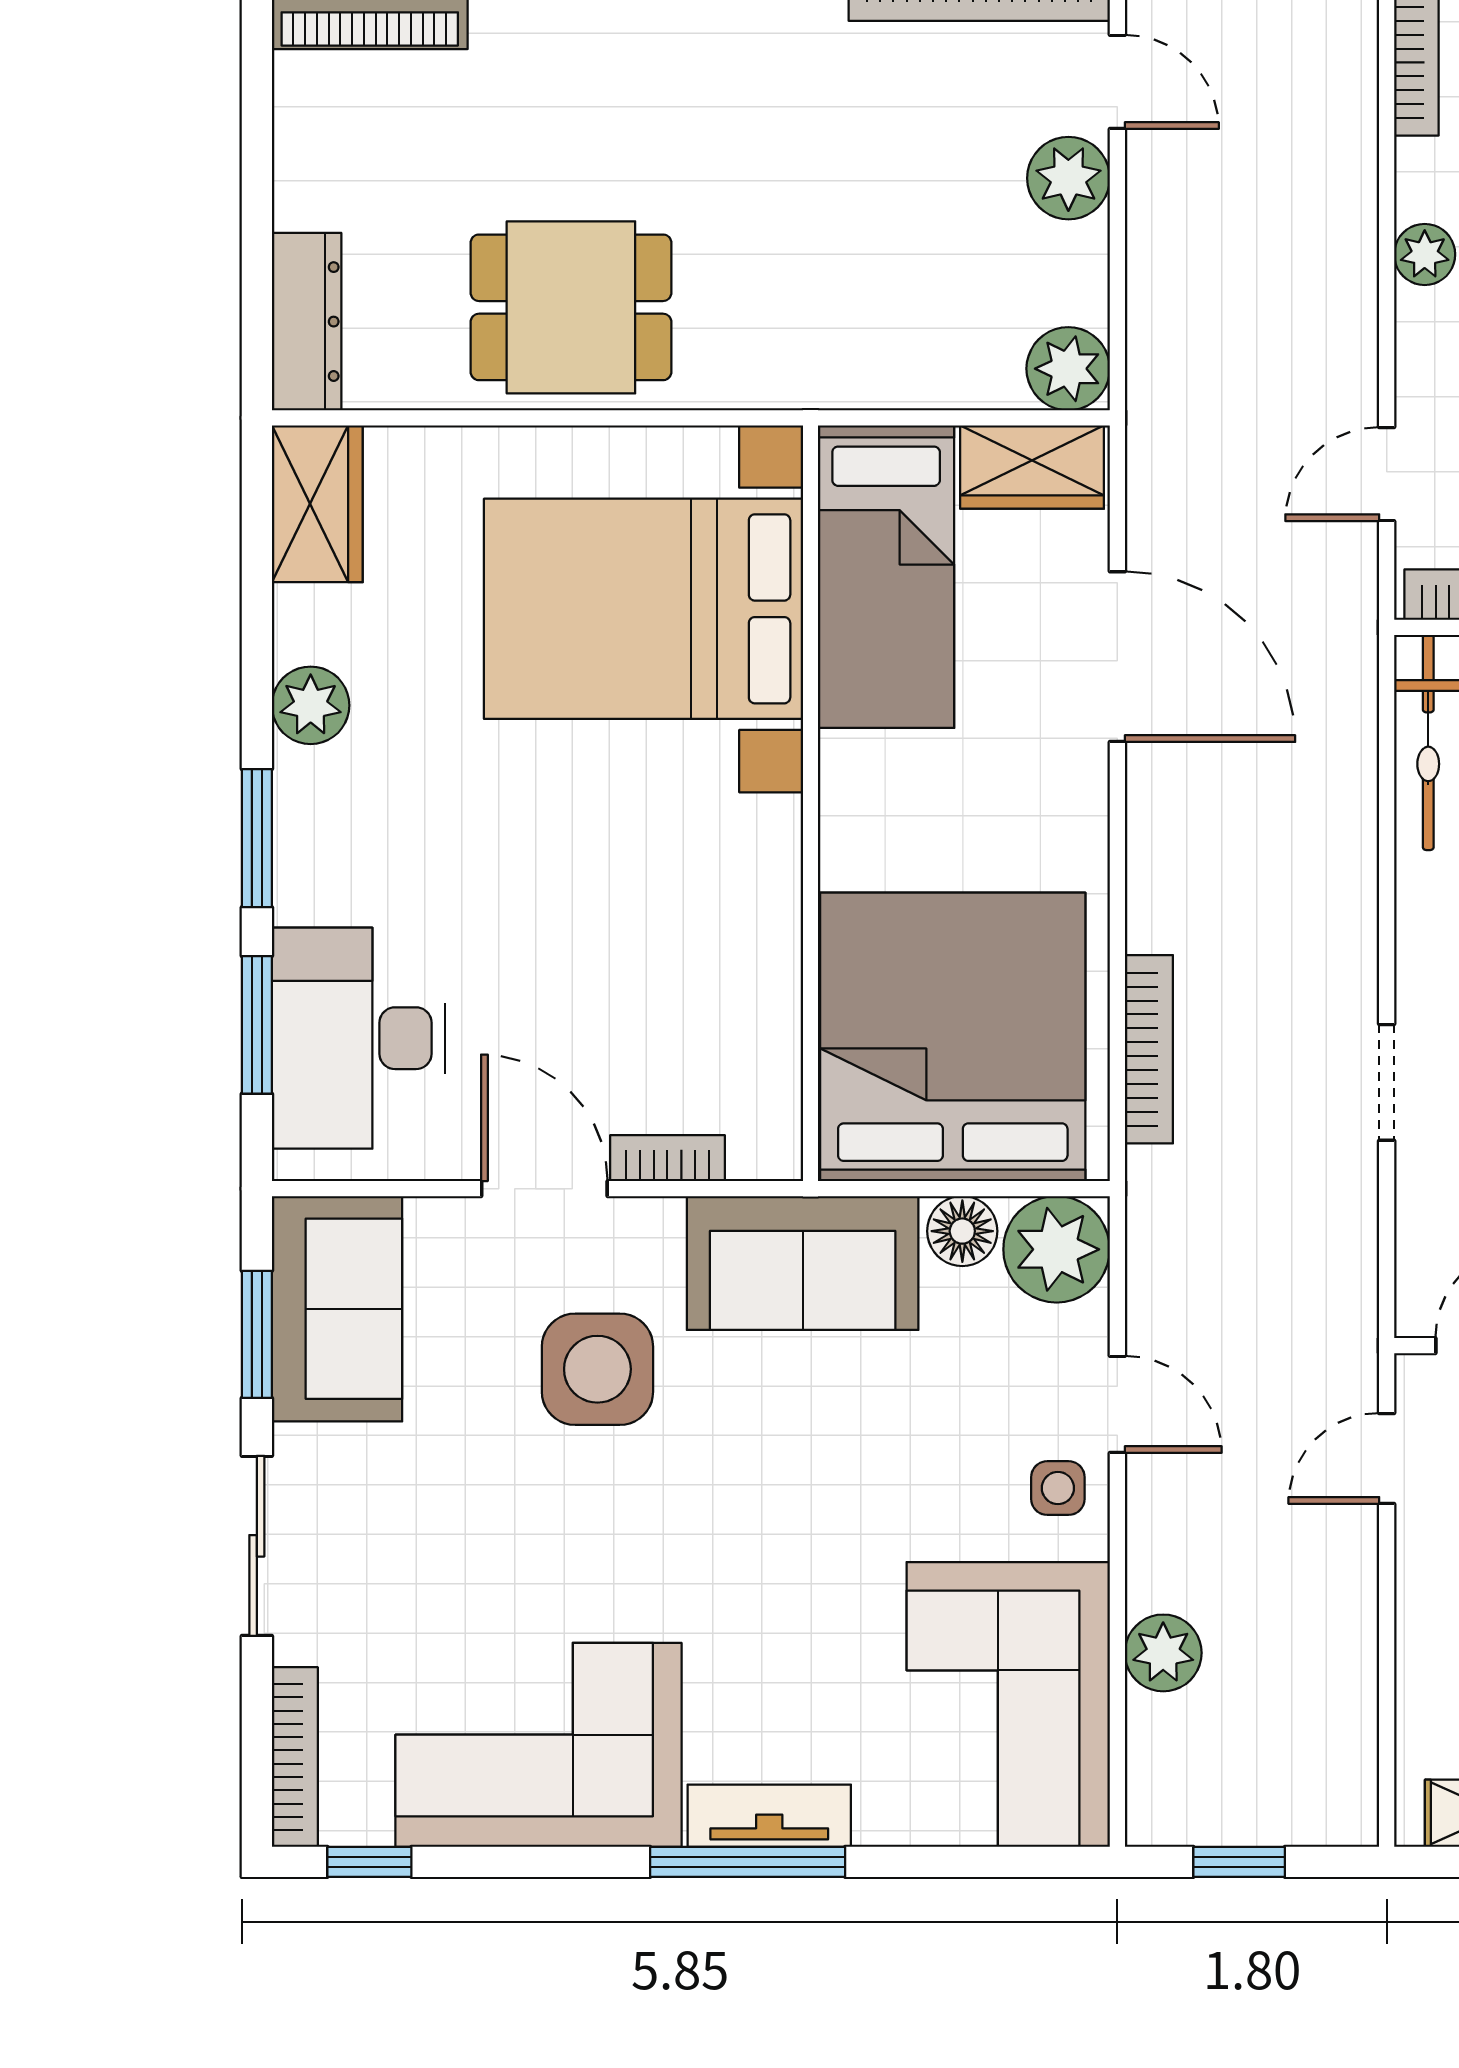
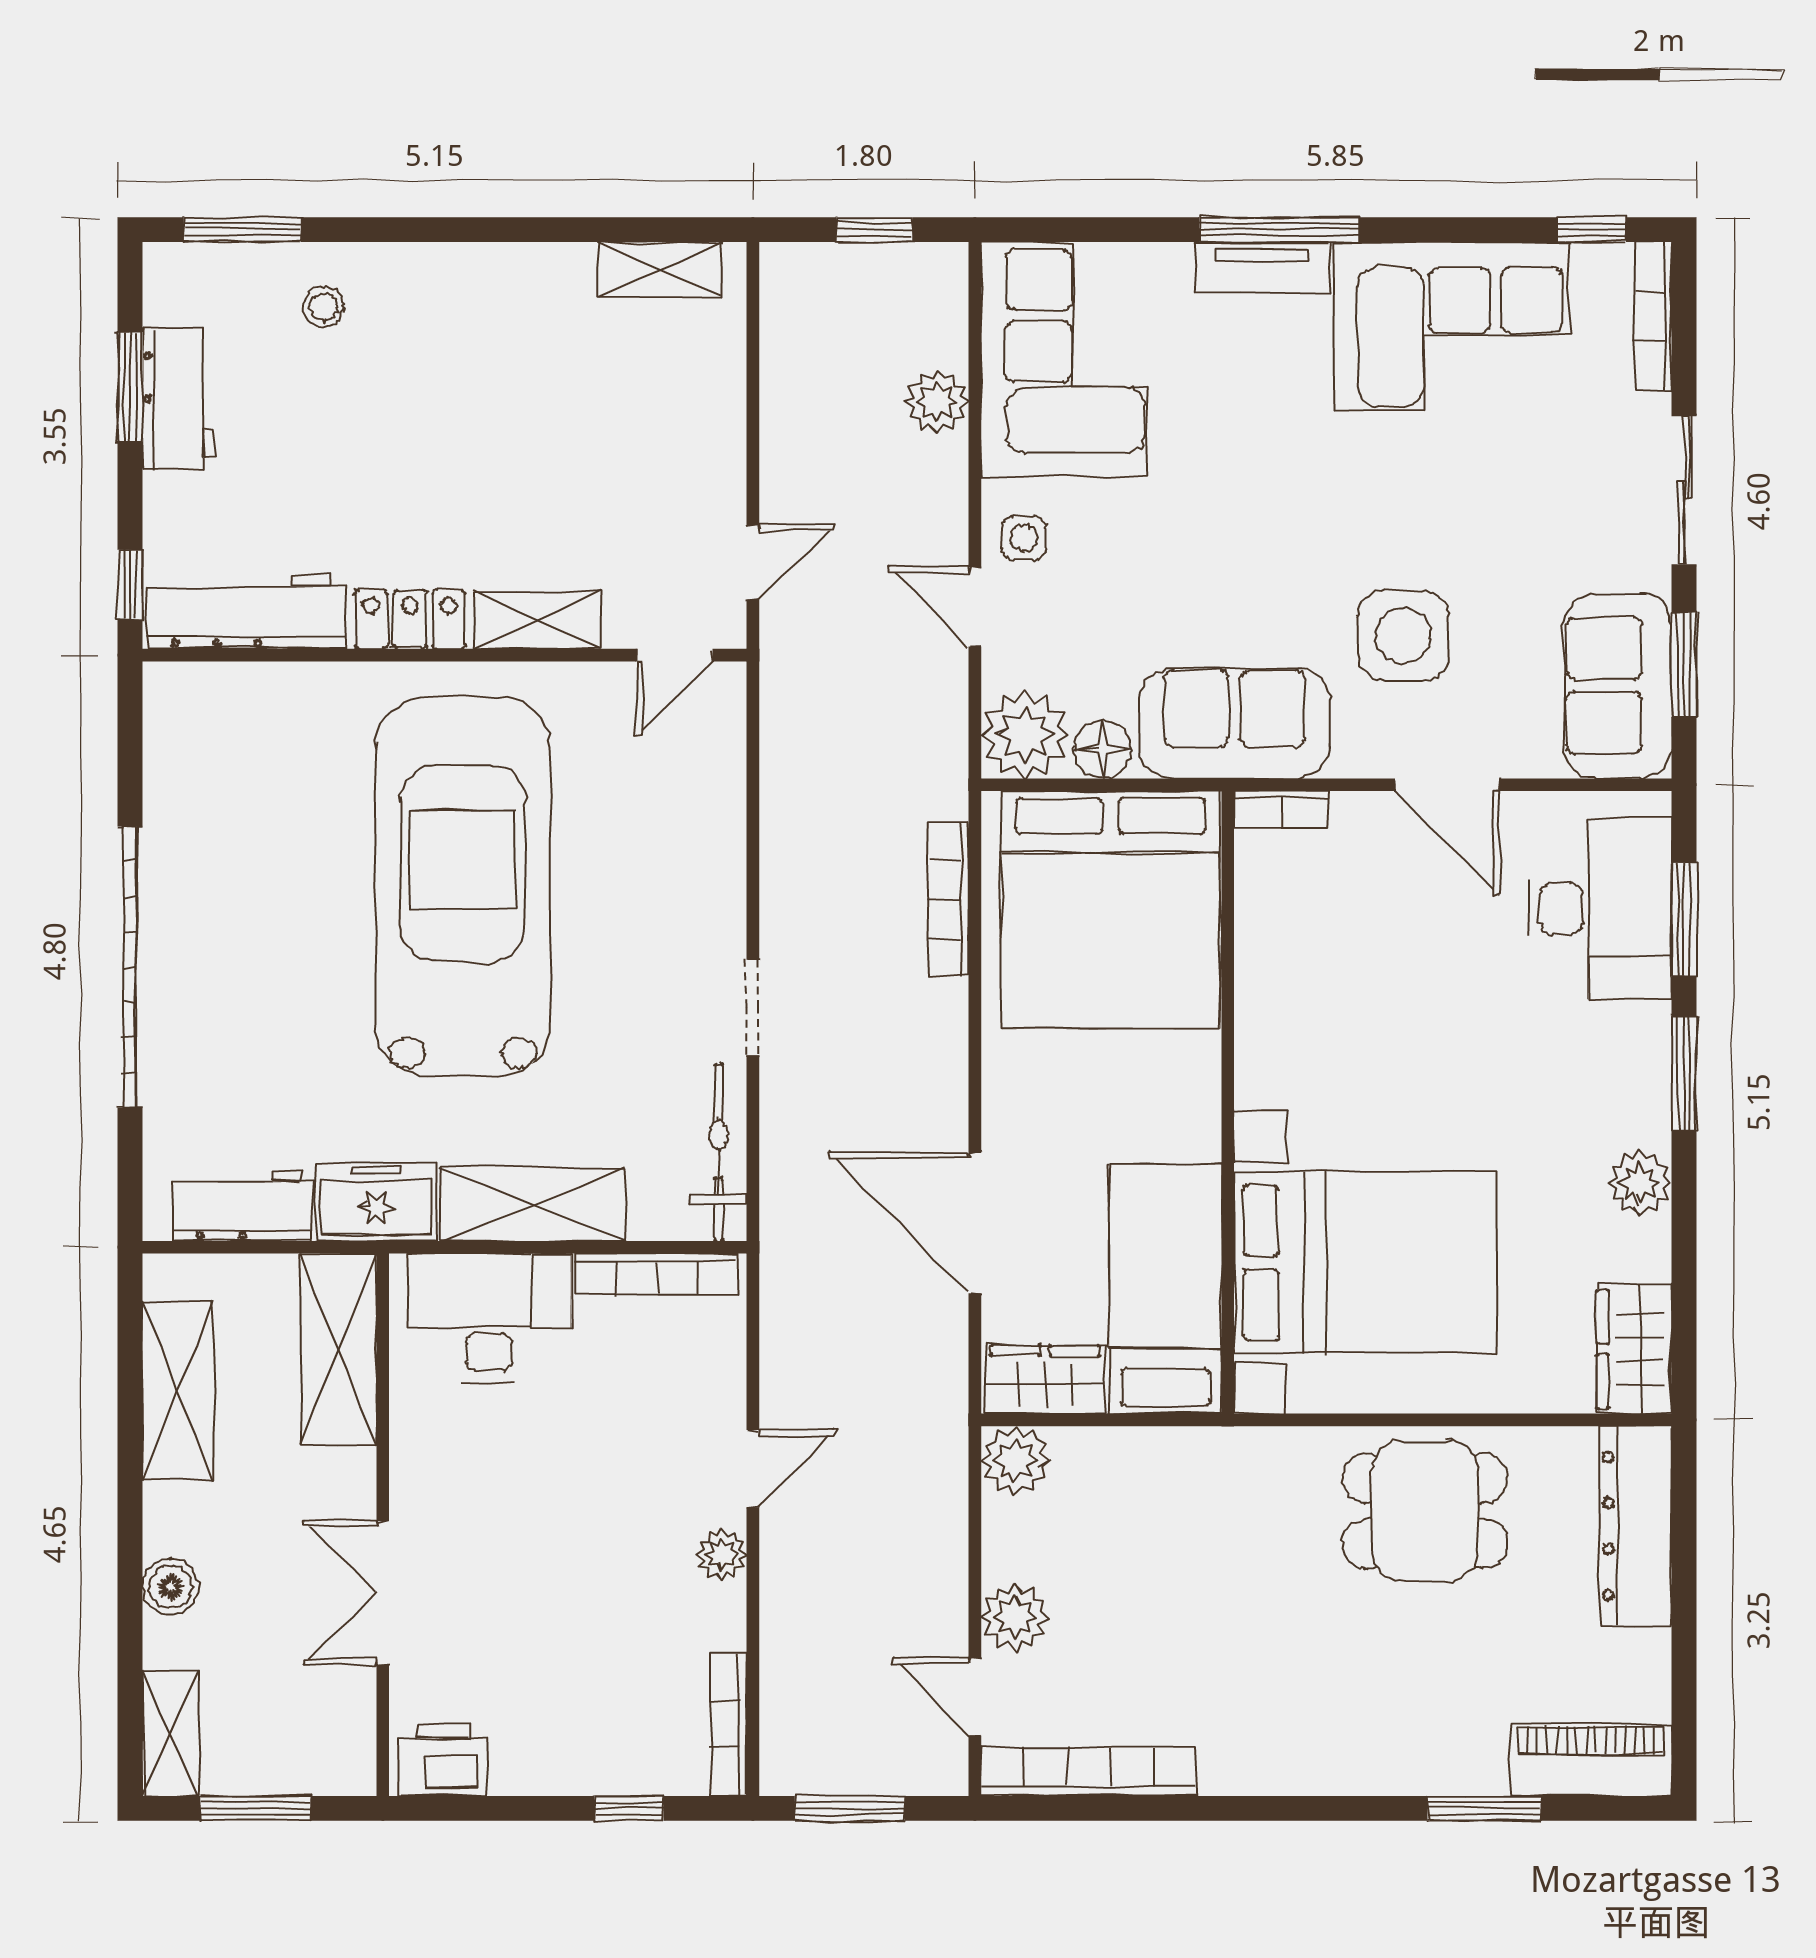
dresser: (307, 322) -> (1636, 1526), width x1.37, depth x1.24
door: (1387, 474) -> (753, 1469), moved
doorway: (1387, 1082) -> (753, 1008), moved
bookcase: (667, 1158) -> (1281, 810), moved

